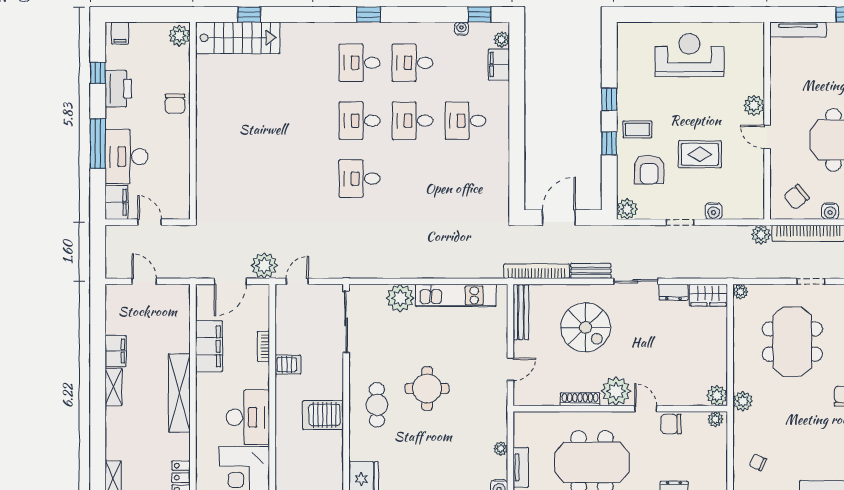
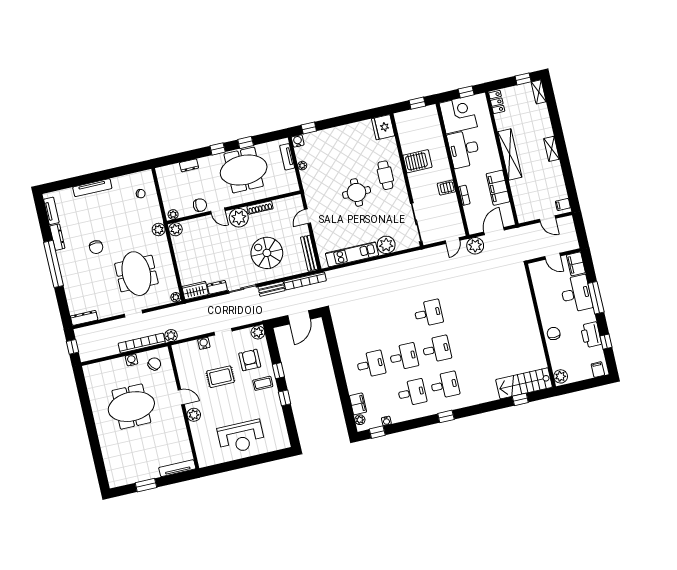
filing cabinet: (116, 351) -> (563, 204), moved, width x0.50

